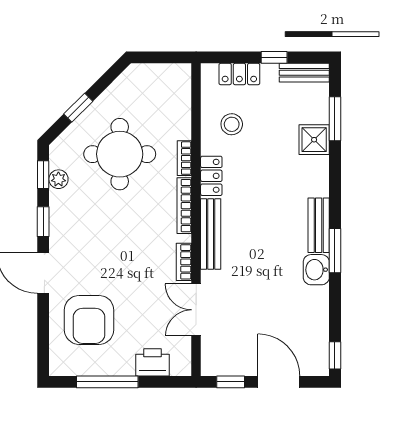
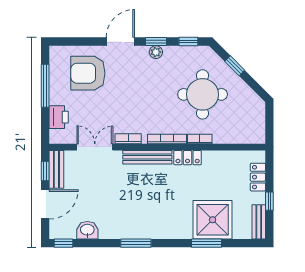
window: (335, 119) -> (207, 243), moved
stool: (232, 124) -> (223, 172), removed
shower: (314, 140) -> (213, 220), width x1.86, depth x1.86
plant: (58, 179) -> (156, 52), moved
bench: (319, 225) -> (56, 169), moved, turned 90
washbasin: (316, 270) -> (87, 230), moved

